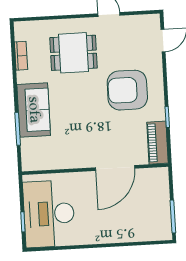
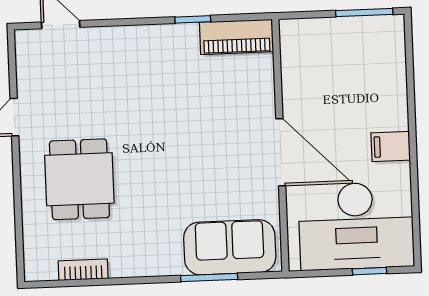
armchair: (127, 90) -> (145, 88), removed
sofa: (34, 110) -> (230, 247), moved
door: (115, 168) -> (281, 152), moved
filing cabinet: (95, 233) -> (391, 146), added

